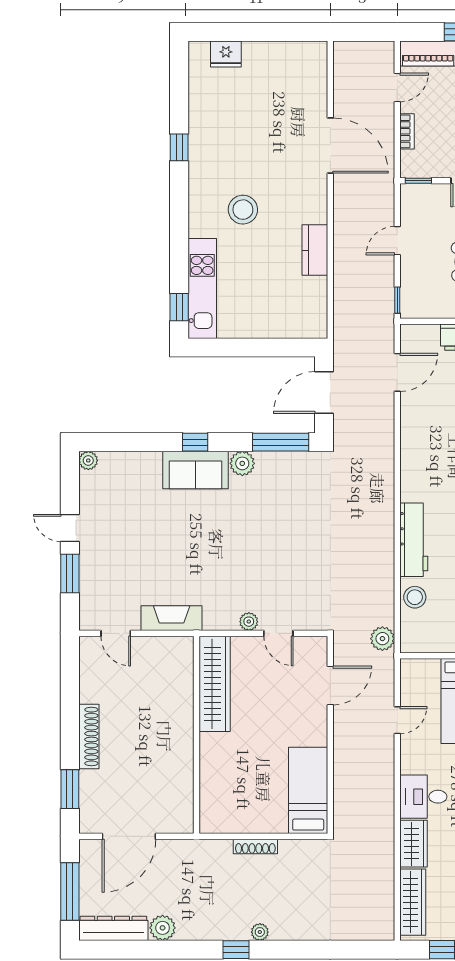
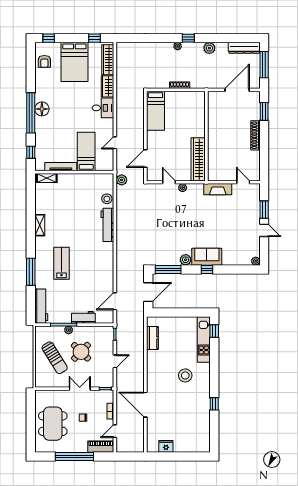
fridge: (226, 54) -> (166, 446), moved
kitchen counter: (315, 250) -> (152, 338), moved
plant: (163, 928) -> (209, 48), moved

